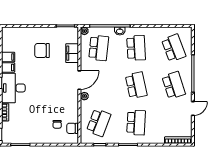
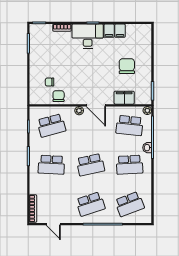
door: (193, 108) -> (53, 224), moved
school desk: (99, 123) -> (51, 125), turned -36
chair: (72, 128) -> (59, 96), moved

